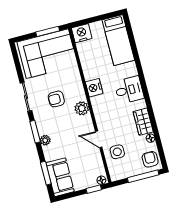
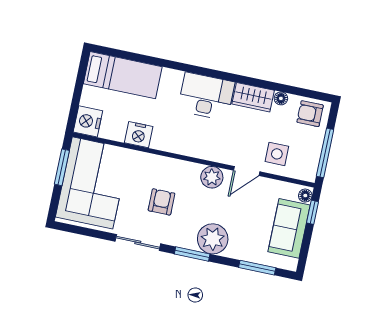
nightstand: (94, 88) -> (139, 135), moved
desk: (129, 90) -> (206, 96), width x1.37
armchair: (56, 99) -> (161, 202), turned 180
plant: (82, 108) -> (212, 177), moved
plant: (45, 140) -> (213, 239), width x1.88, depth x1.88
window: (143, 176) -> (325, 153), moved
sofa: (60, 177) -> (289, 228), moved, turned -90

